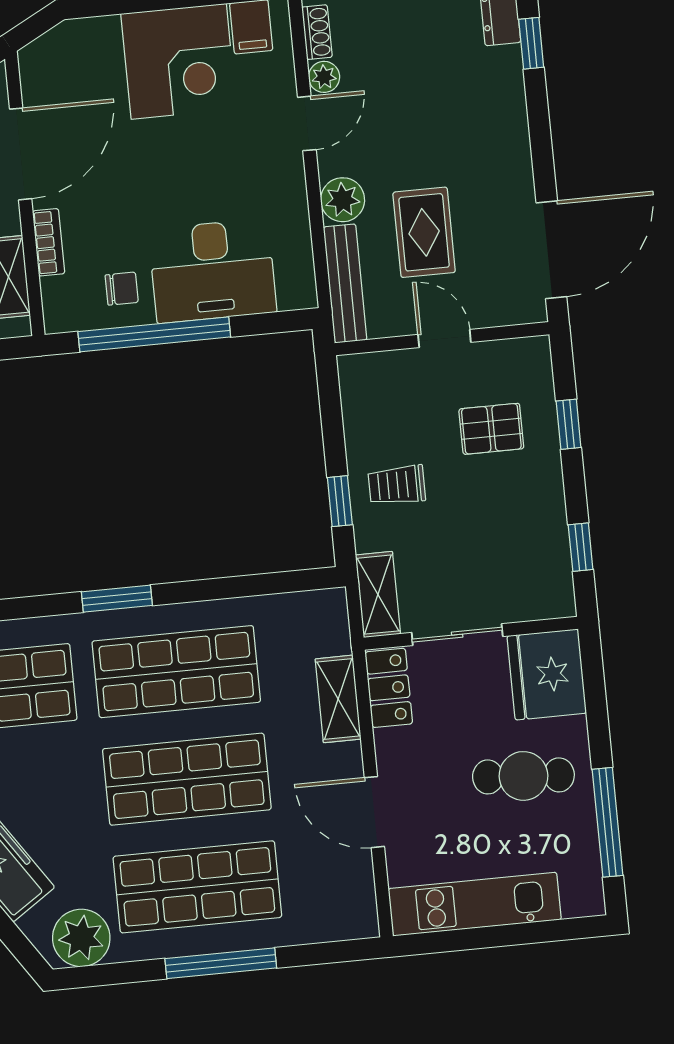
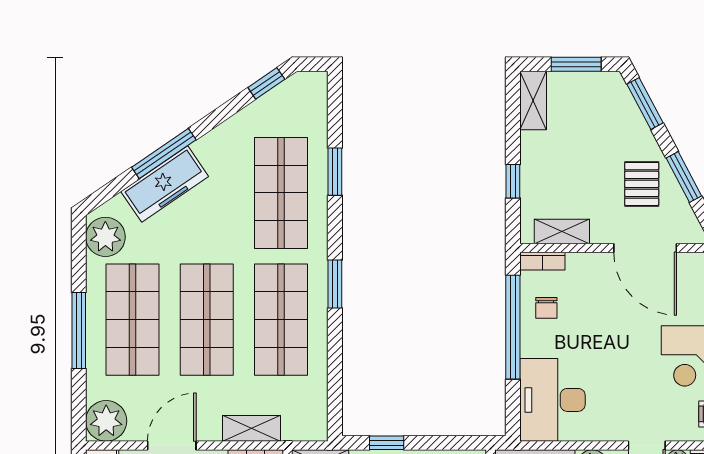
bookcase: (49, 242) -> (542, 261), moved
desk: (213, 271) -> (552, 400), moved
plant: (348, 911) -> (106, 421), added

